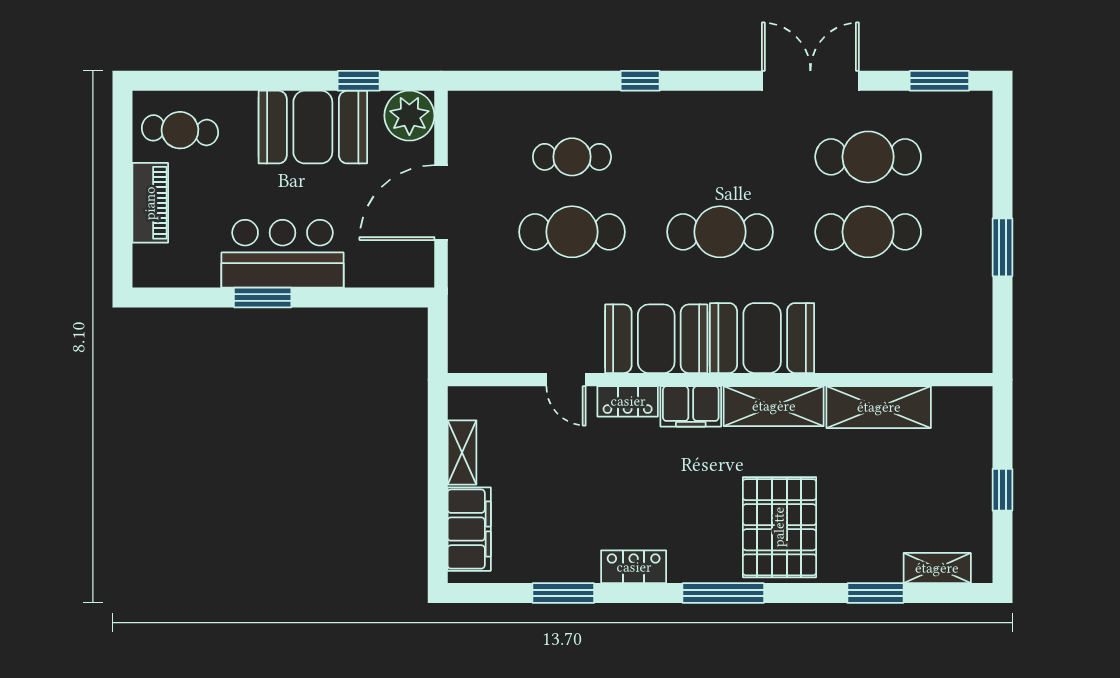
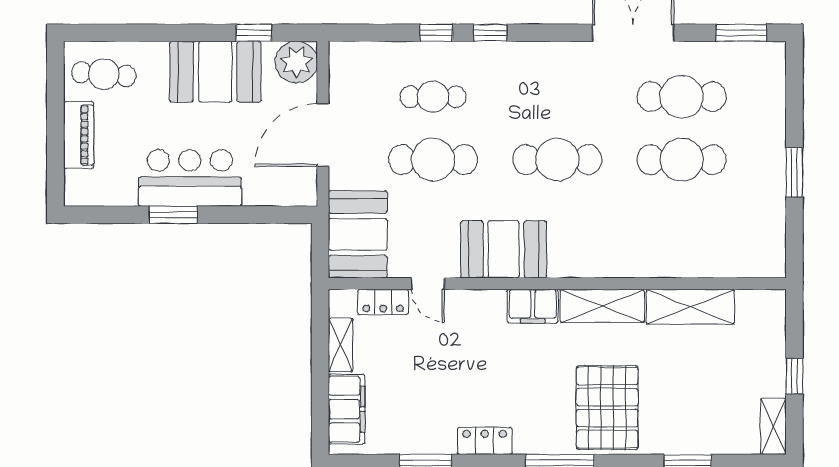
window: (576, 81) -> (436, 33), added
booth: (762, 338) -> (358, 234), moved, turned 90
locker: (628, 401) -> (383, 302), moved
shelving: (937, 568) -> (773, 426), moved, turned 90

